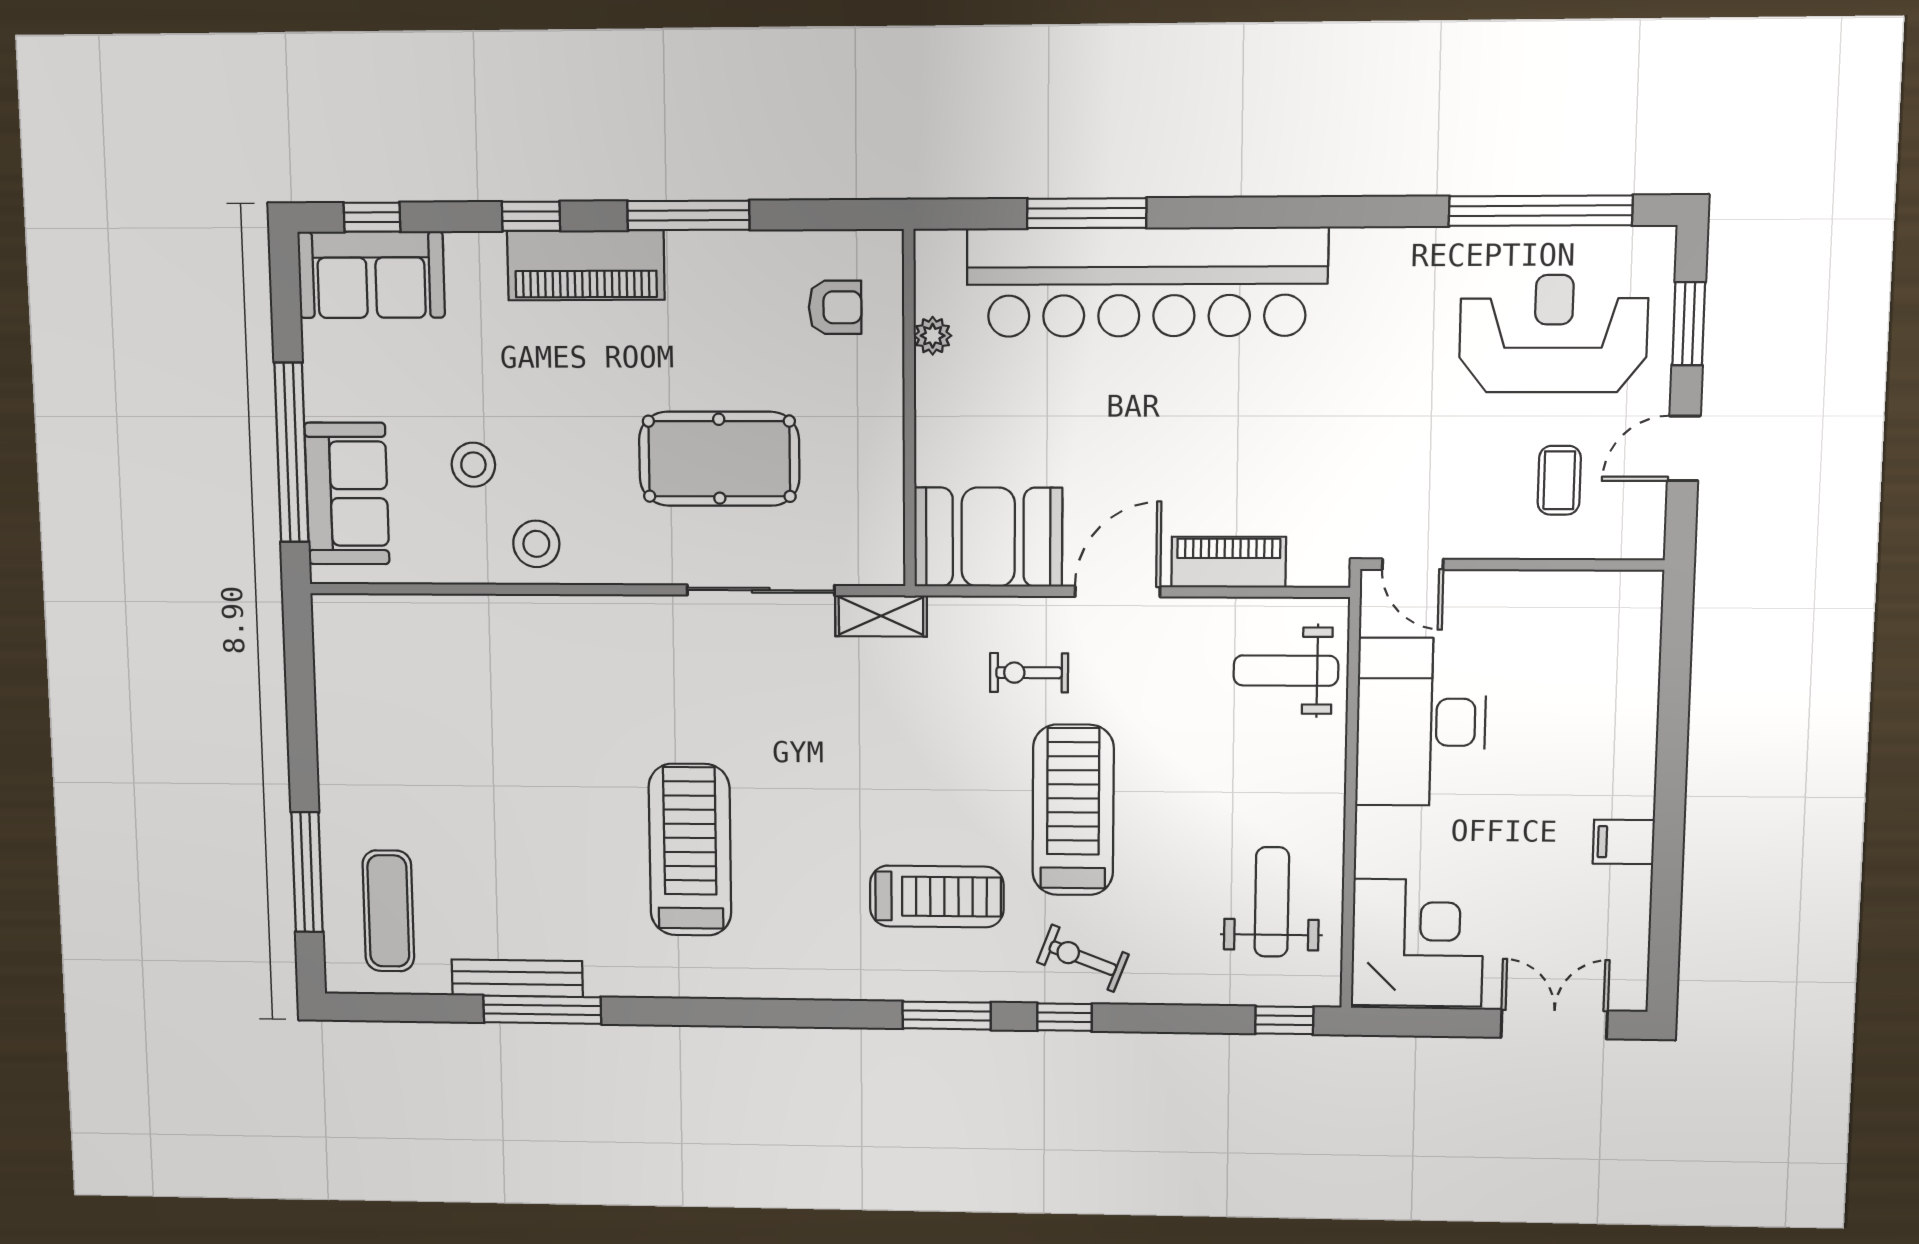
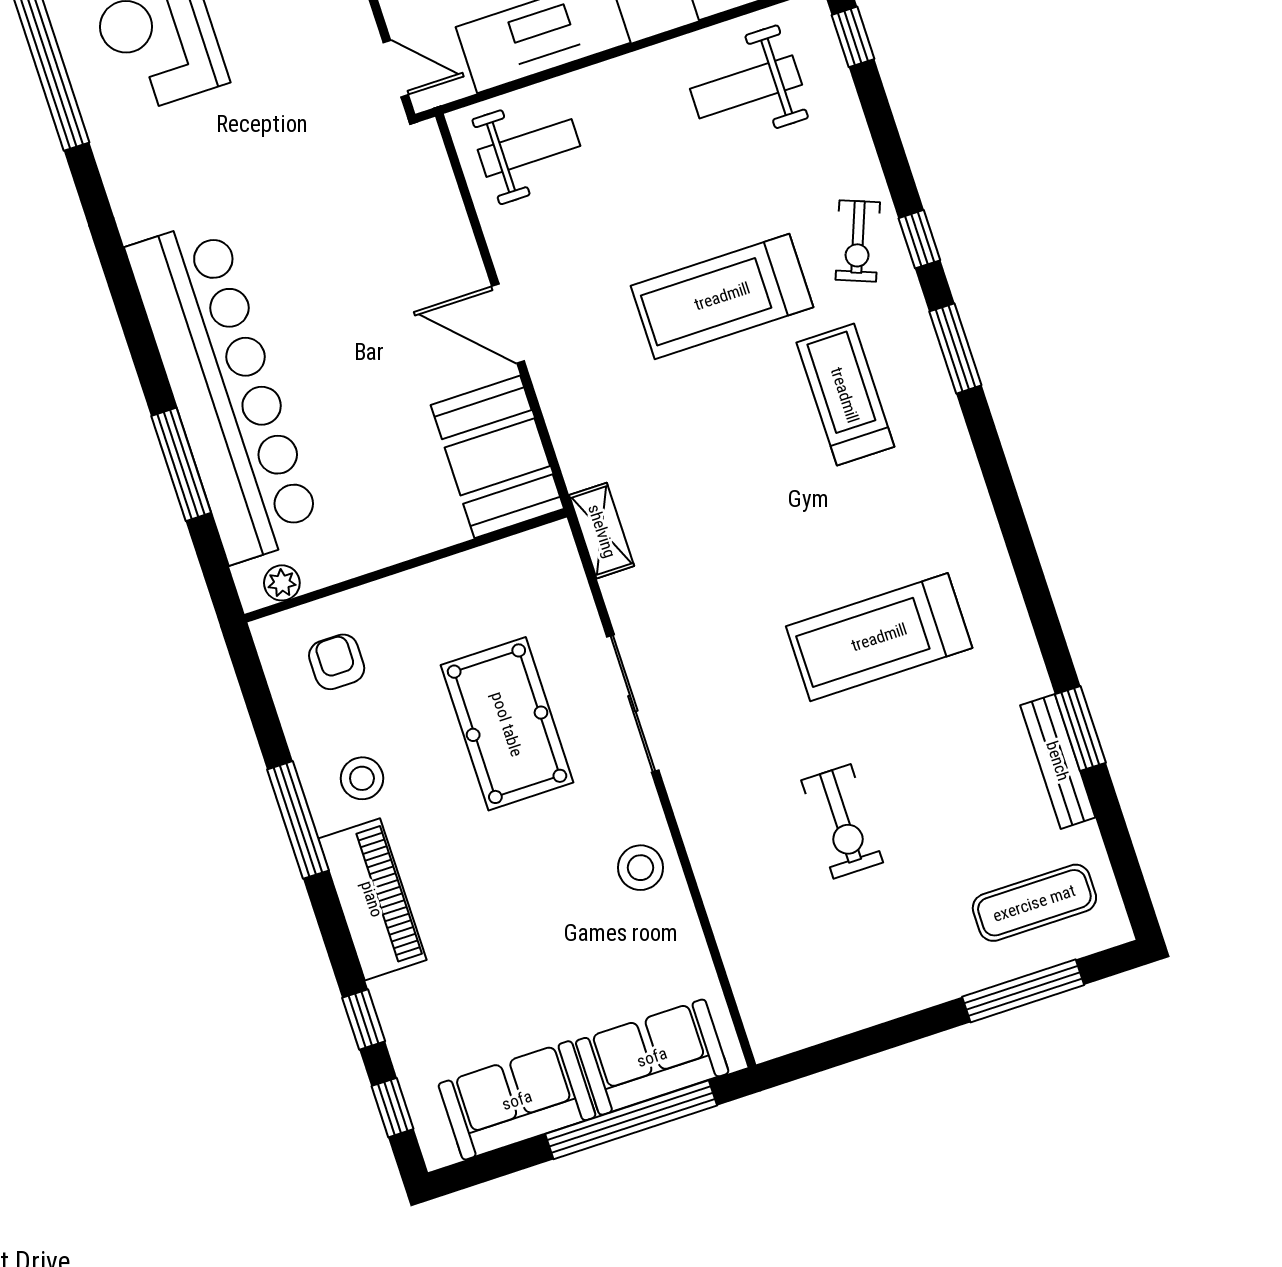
window: (531, 216) -> (364, 1020), moved
sofa: (371, 275) -> (517, 1100), moved, turned -90
plant: (933, 336) -> (282, 583), moved
stool: (473, 465) -> (362, 778), moved
piano: (1229, 562) -> (448, 233), removed
door: (1413, 564) -> (396, 69), hinge flipped
sliding door: (761, 590) -> (633, 703), moved
weight bench: (1286, 671) -> (529, 148), turned -90
exercise bike: (1029, 673) -> (842, 821), moved, width x1.38, depth x1.39
window: (542, 1010) -> (1080, 729), width x0.69

